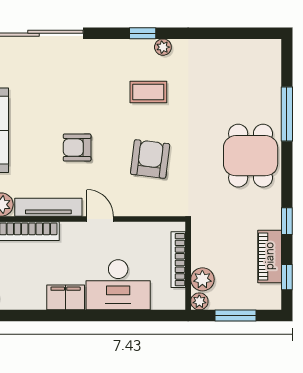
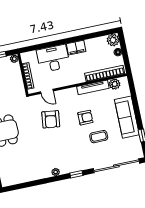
window: (143, 33) -> (76, 174), moved
coffee table: (148, 92) -> (99, 137), moved
door: (100, 219) -> (47, 91), moved
plant: (202, 279) -> (15, 69), removed

